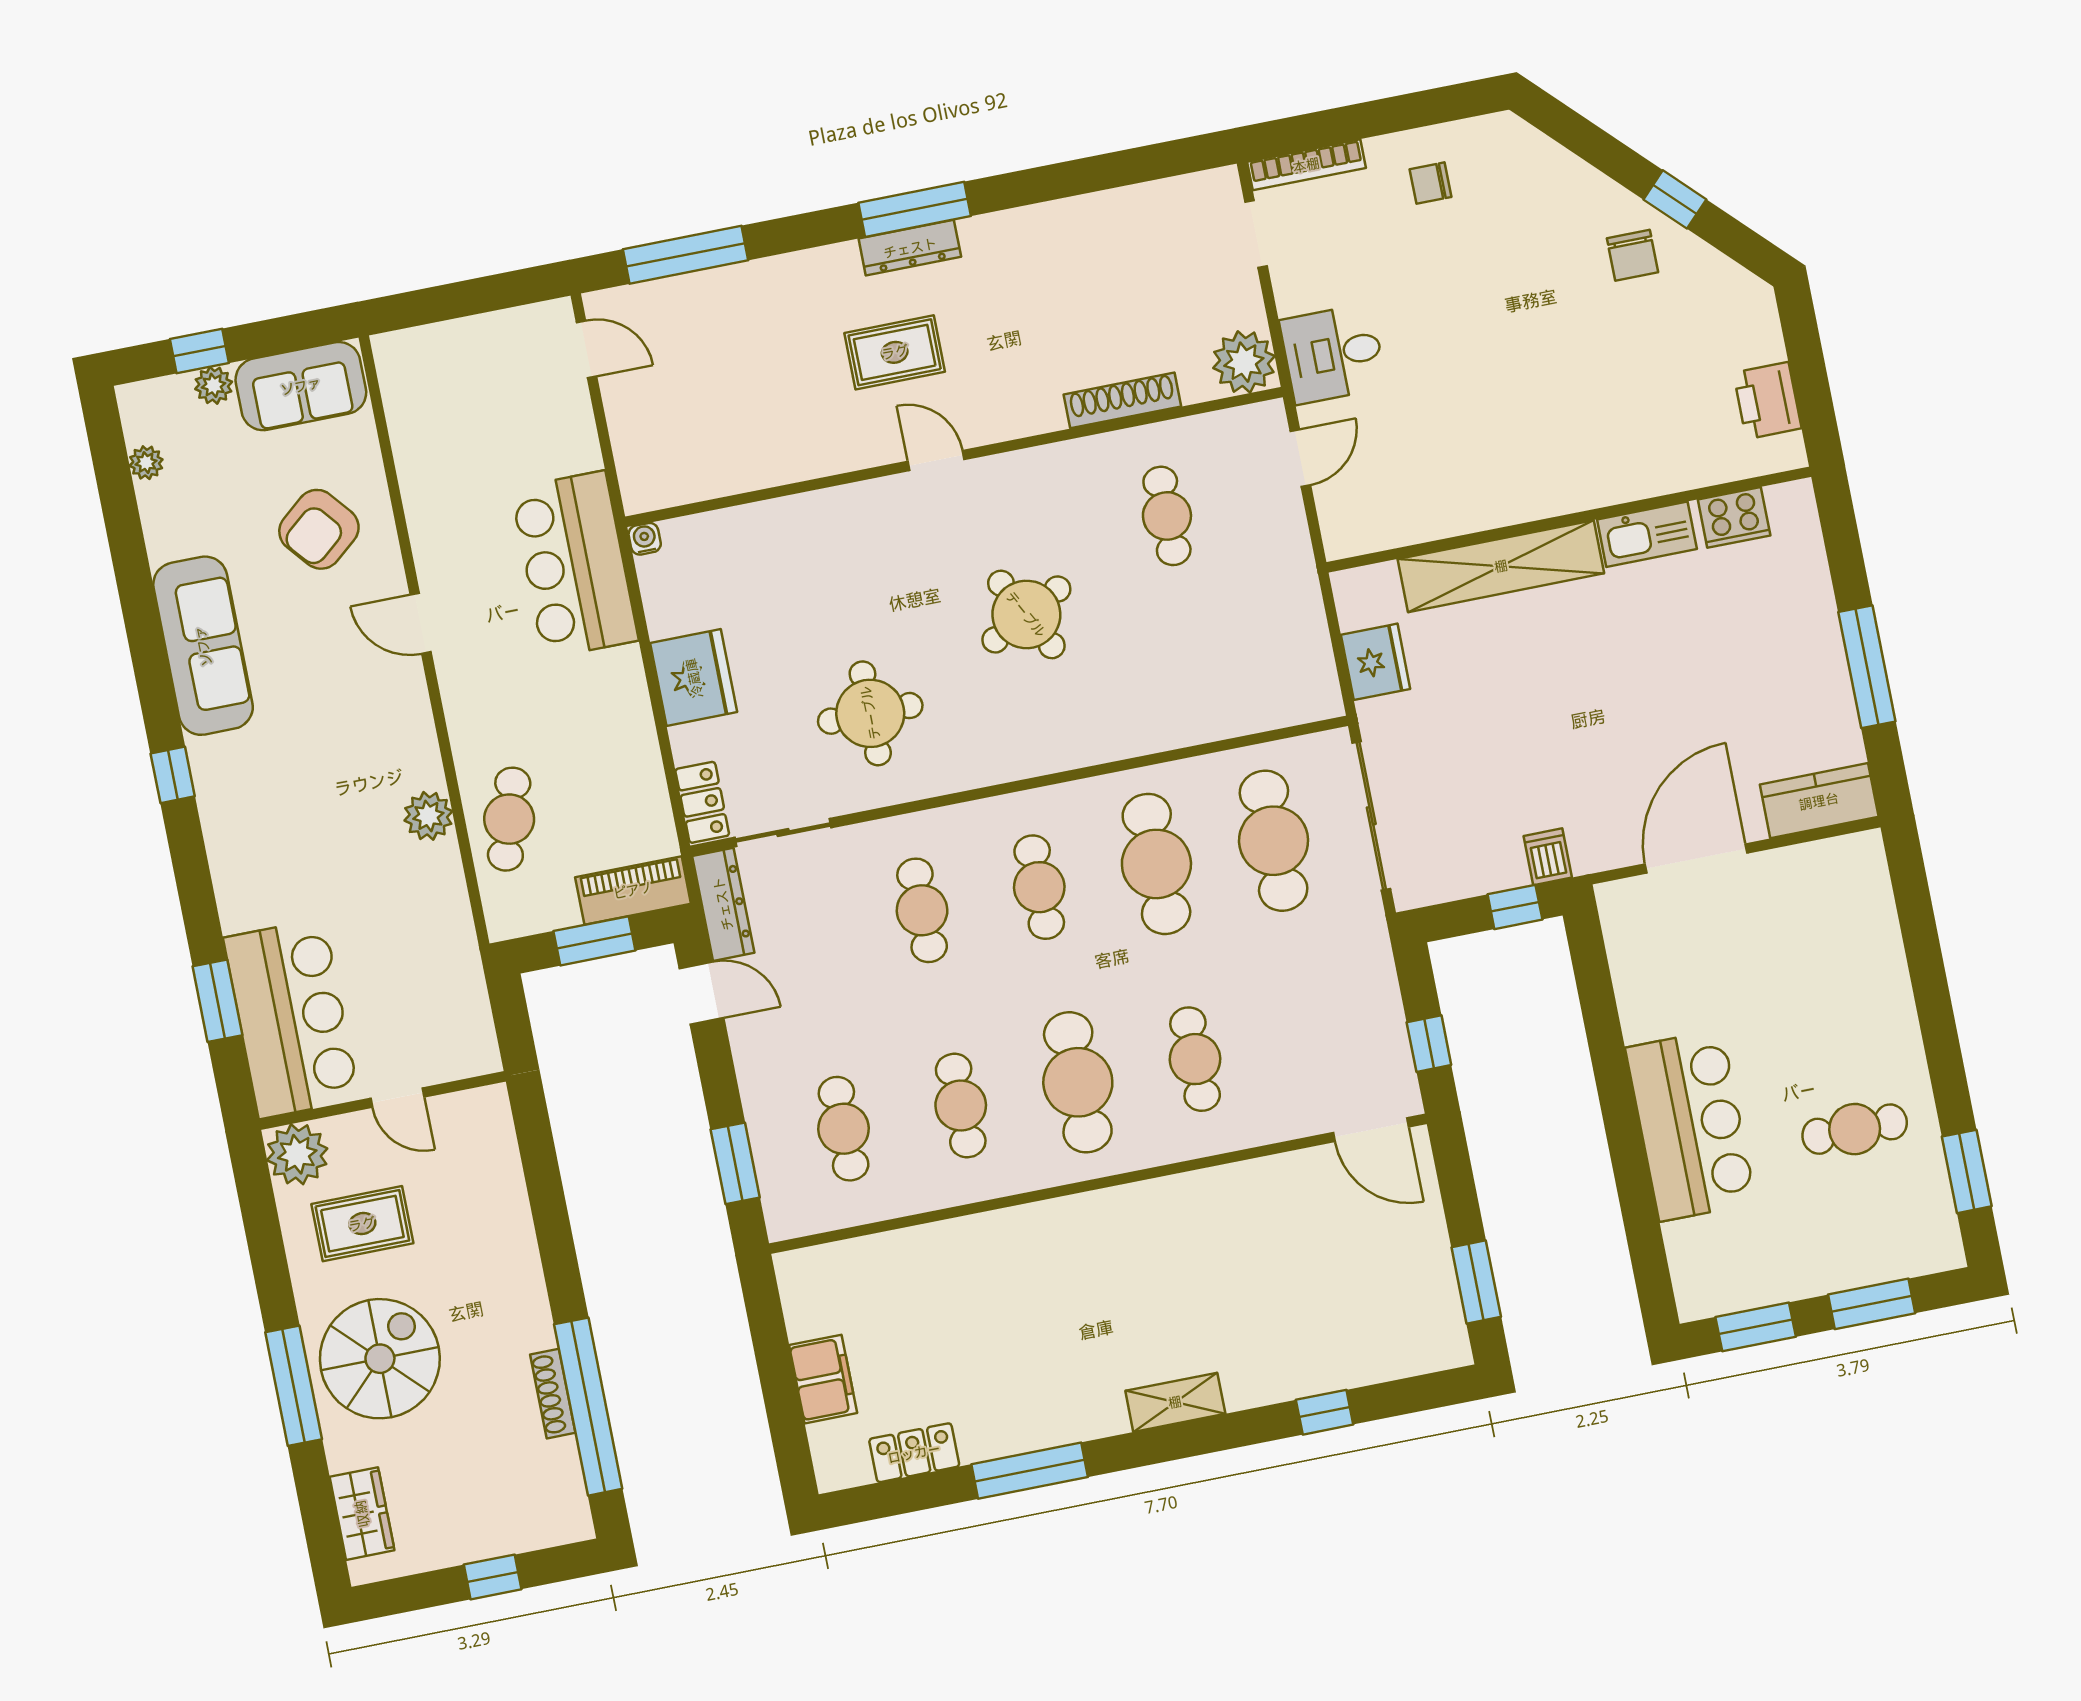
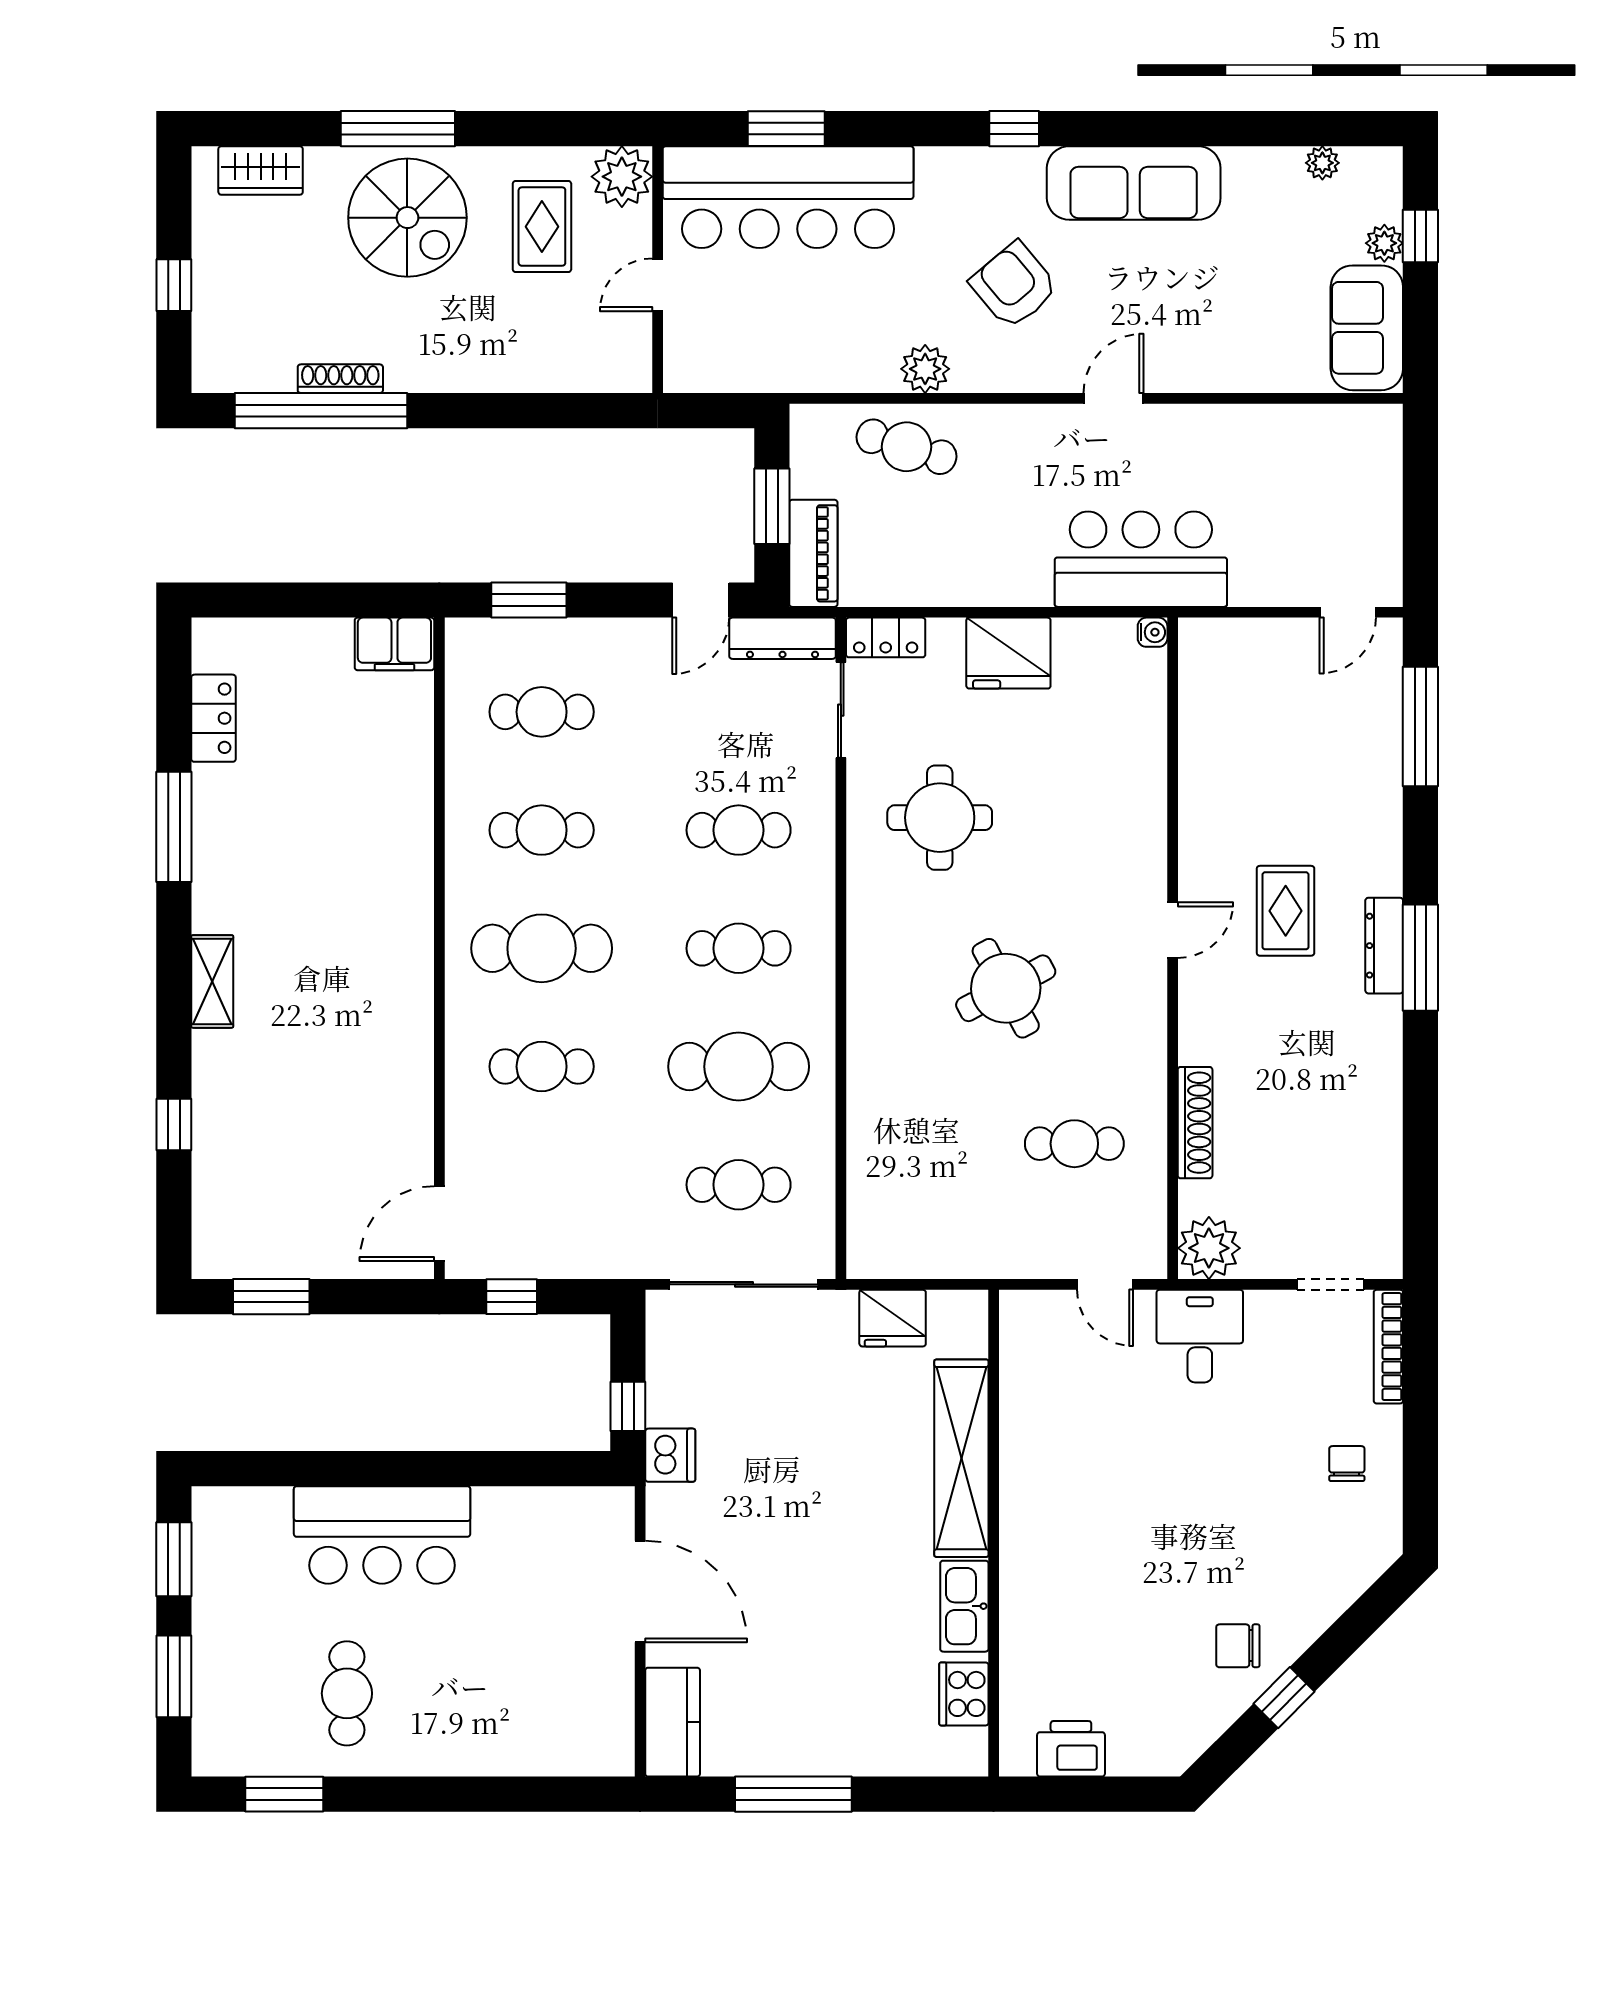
armchair: (319, 529) -> (1014, 285), moved
cafe table: (1274, 841) -> (739, 1185), width x0.73, depth x0.74
dishwasher: (1548, 857) -> (670, 1455), width x1.38
bar counter: (292, 1019) -> (788, 197), width x1.36
filing cabinet: (823, 1379) -> (394, 644), moved

